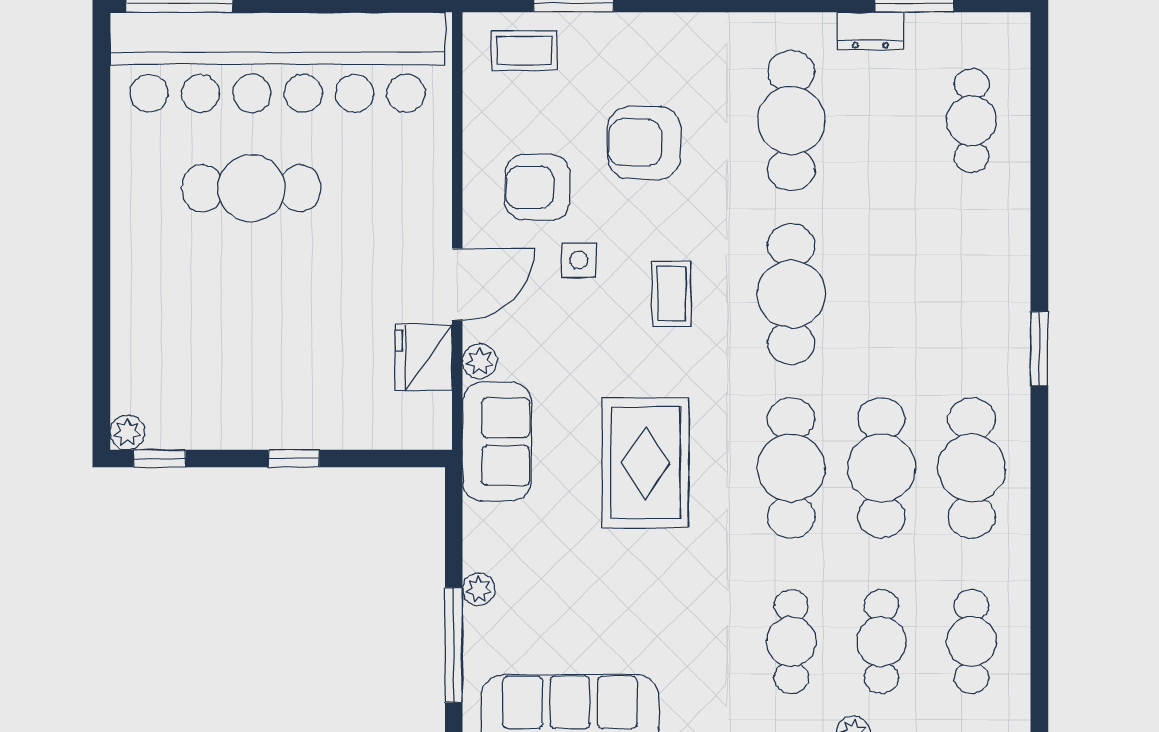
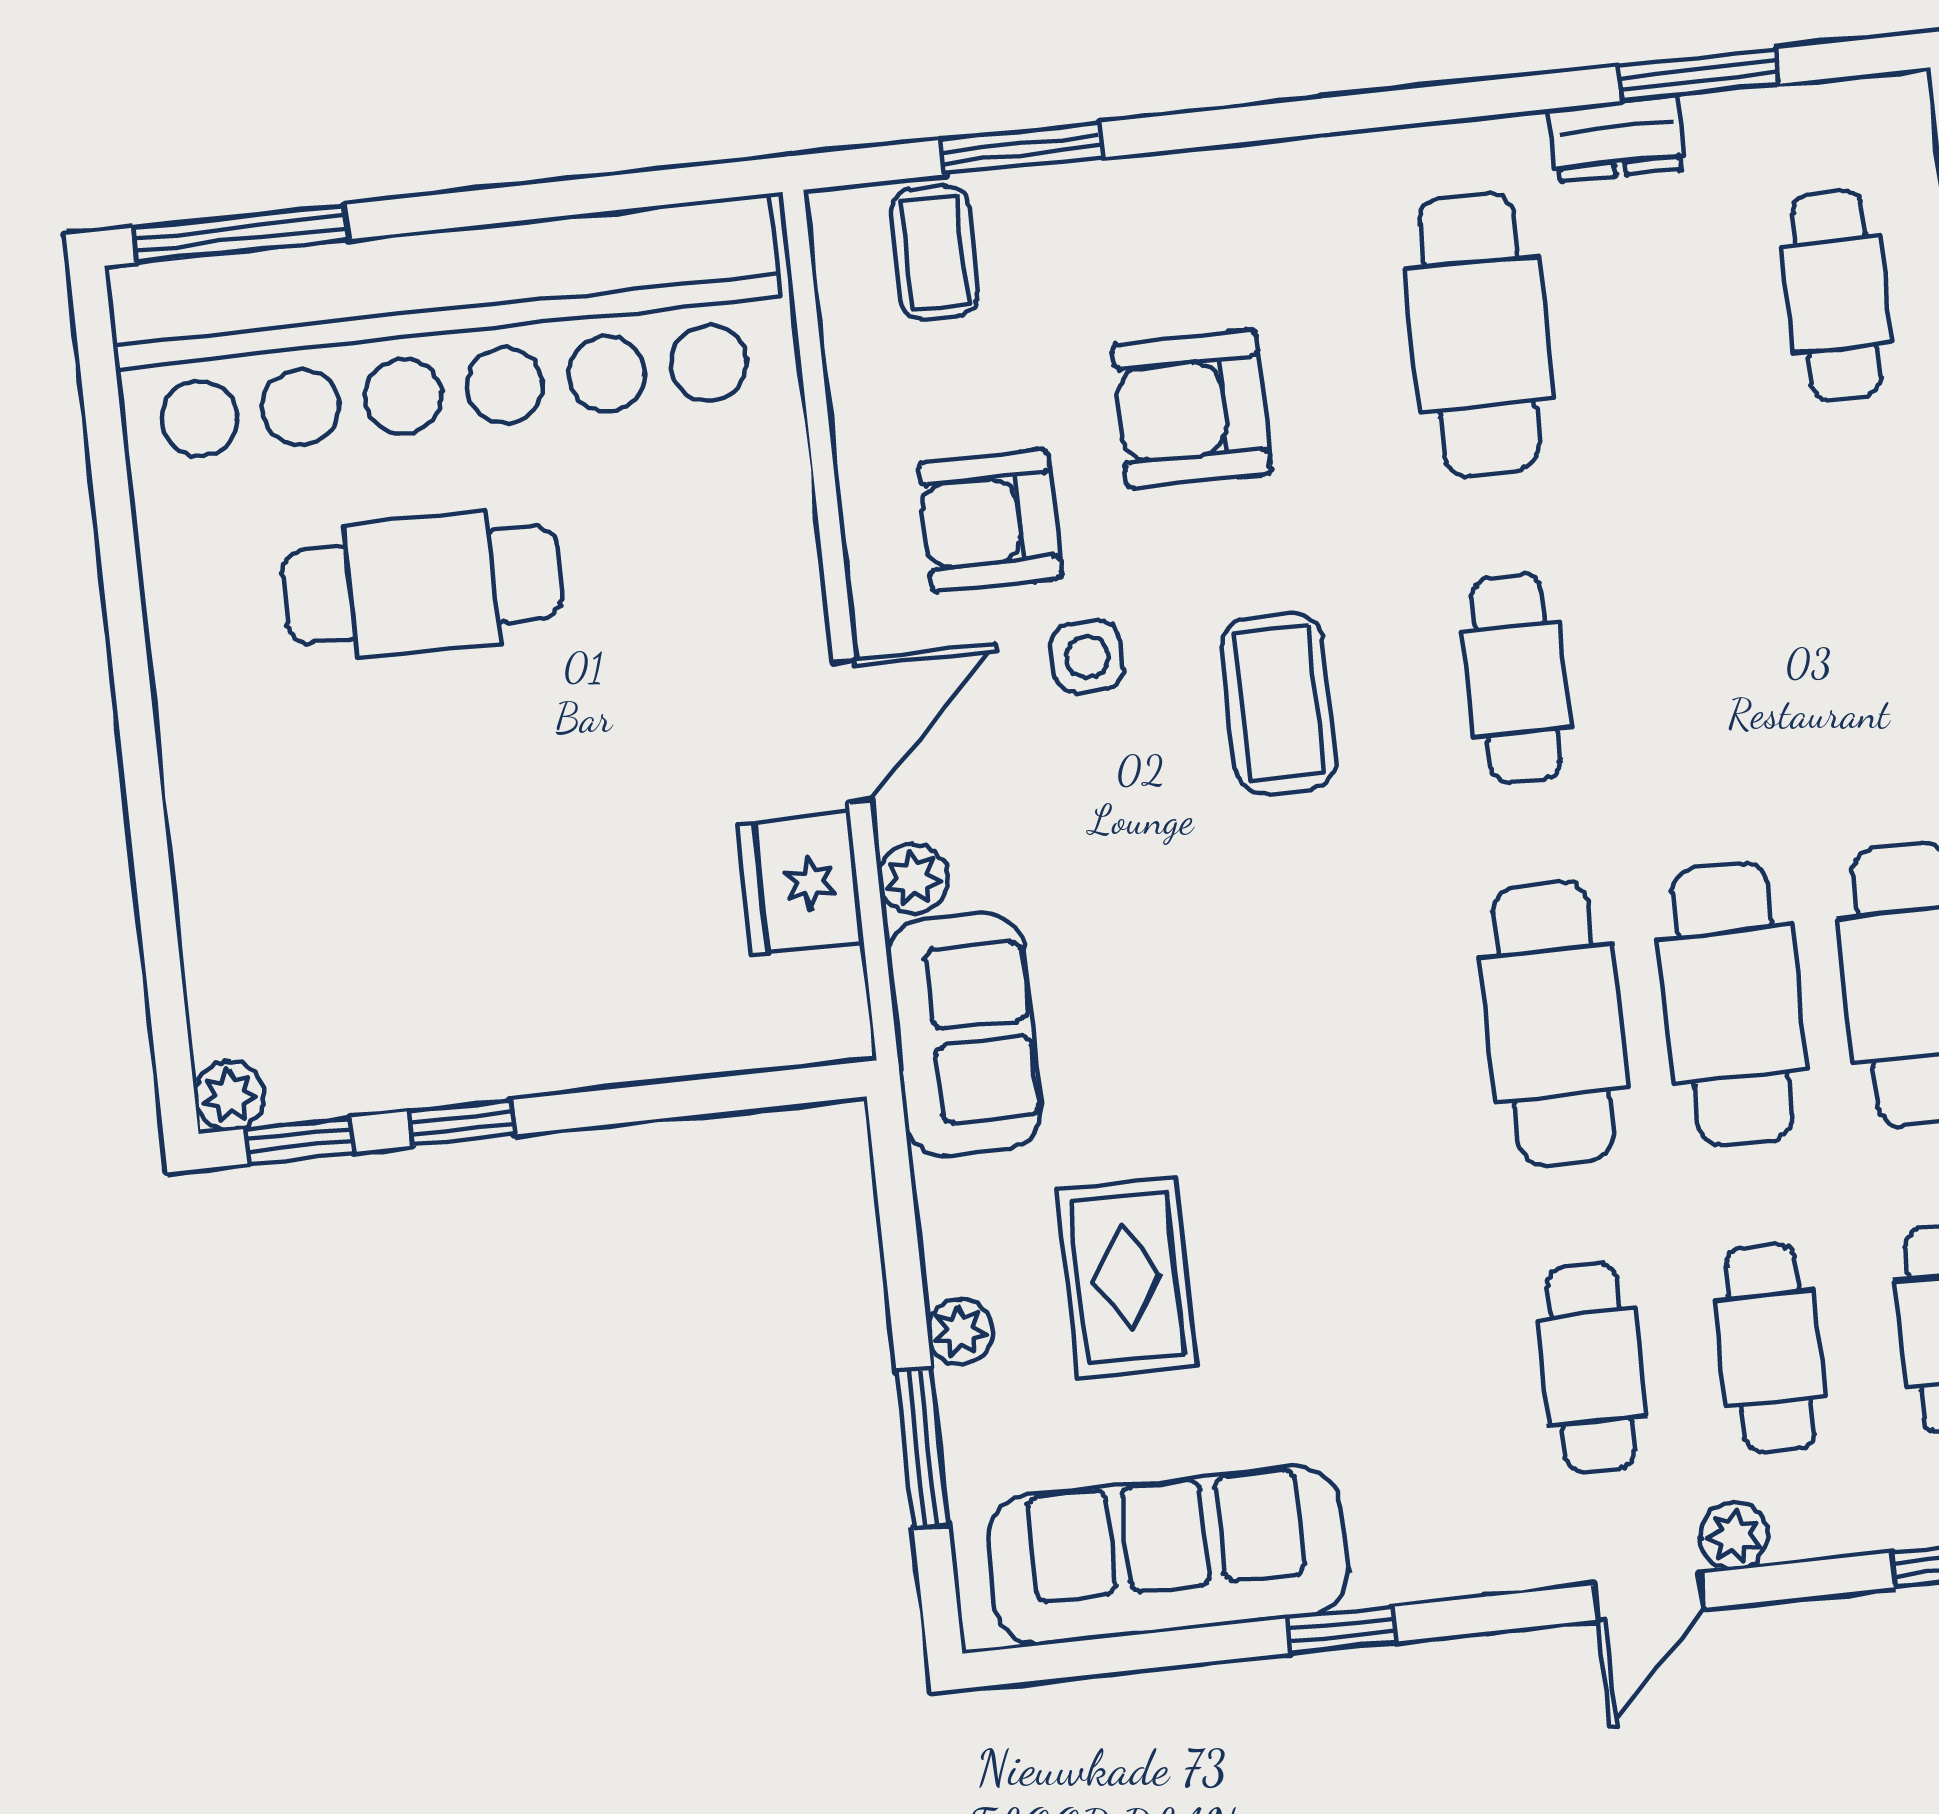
coffee table: (524, 51) -> (934, 253), turned 90
coffee table: (671, 294) -> (1279, 703), width x1.36, depth x1.30
cafe table: (791, 294) -> (1516, 679), width x0.73, depth x0.74
window: (294, 459) -> (461, 1123), moved
rug: (645, 463) -> (1127, 1278), moved, width x0.73, depth x0.70
window: (454, 645) -> (922, 1448), width x0.69

